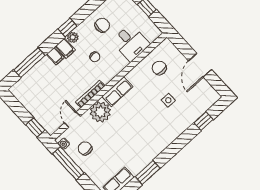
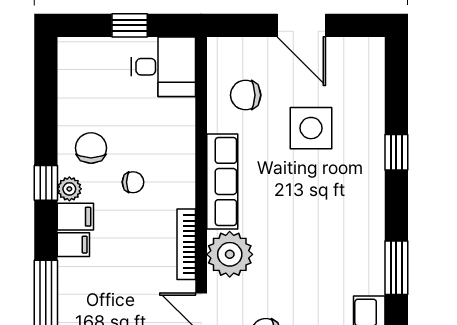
chair: (102, 25) -> (91, 148), moved
desk: (131, 43) -> (163, 67), moved
row of seats: (117, 92) -> (222, 181), width x1.48
side table: (168, 100) -> (311, 128), width x1.87, depth x1.87
window: (204, 121) -> (396, 152), moved

